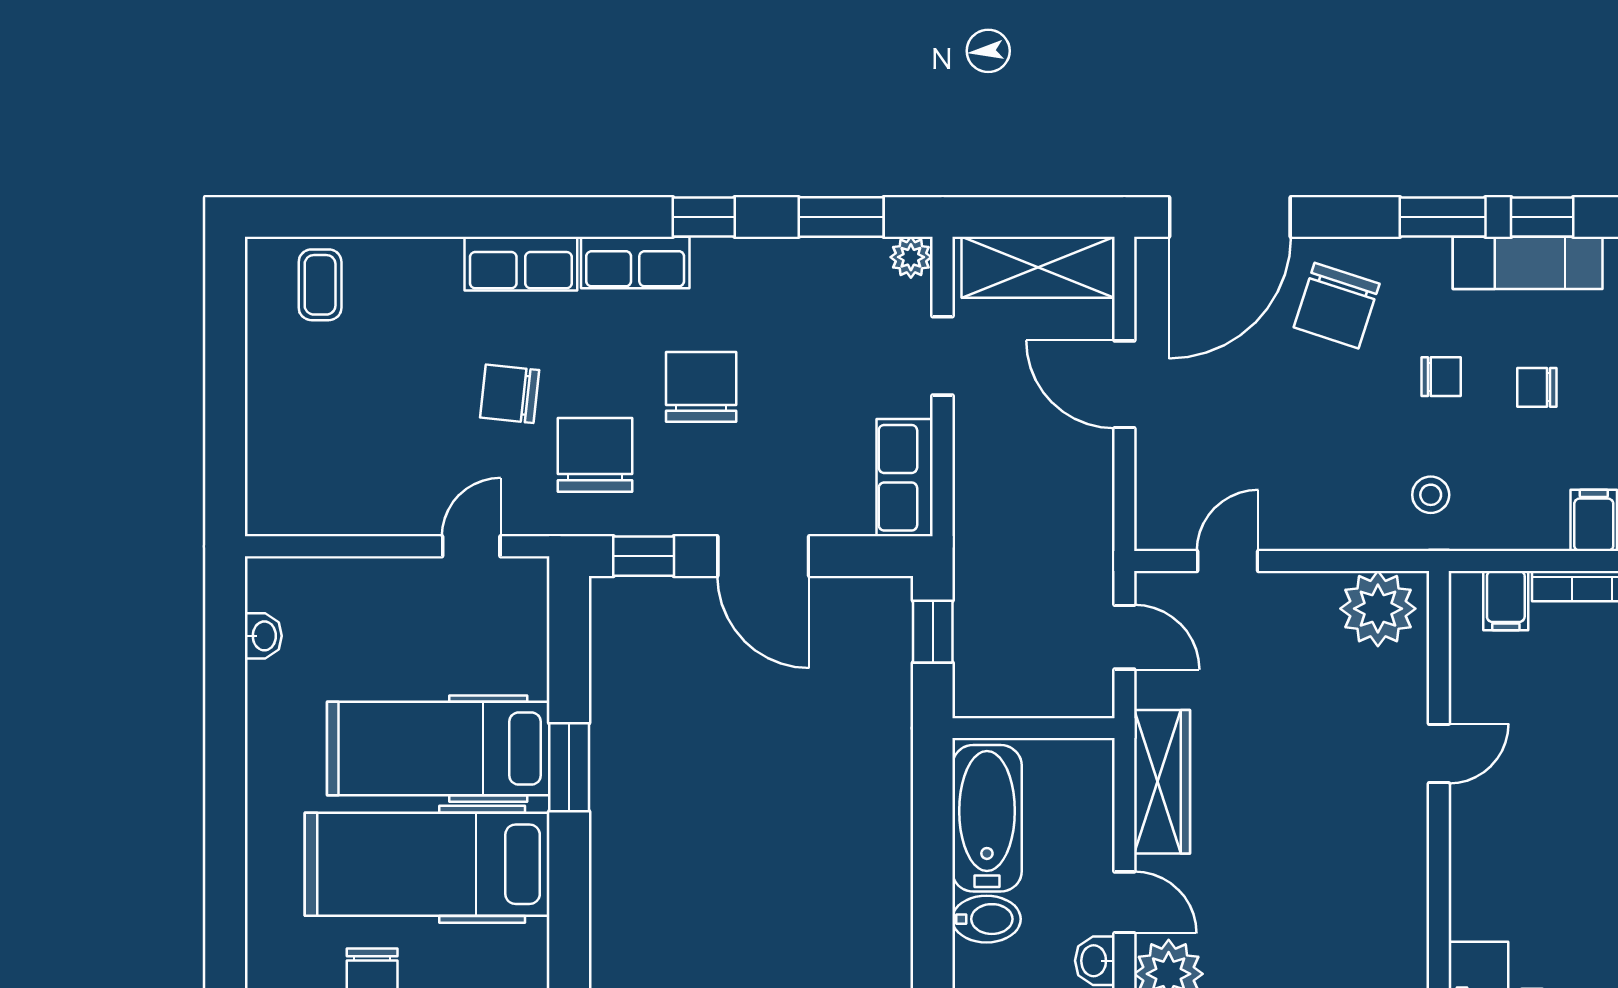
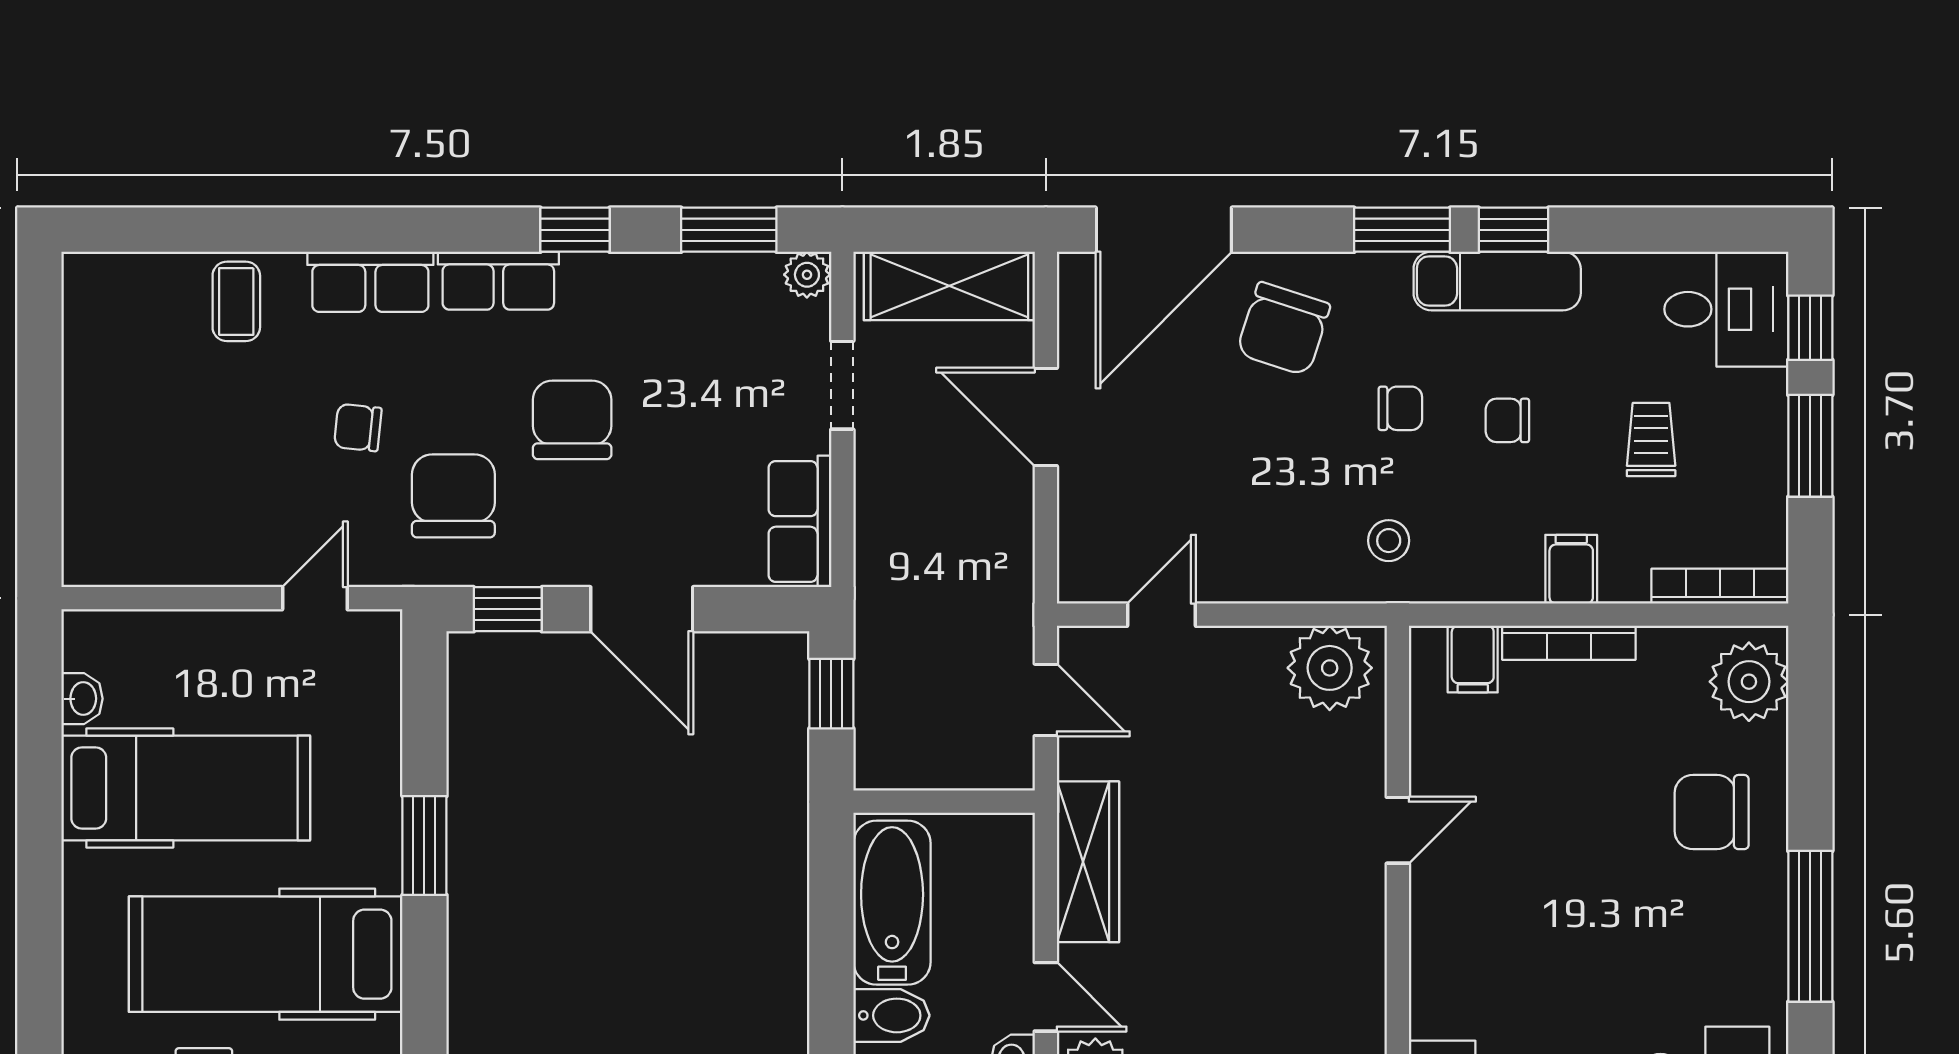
coffee table: (320, 285) -> (236, 301), moved
chair: (510, 394) -> (358, 428), width x0.73, depth x0.73
hospital bed: (438, 749) -> (186, 788), moved, turned 180

